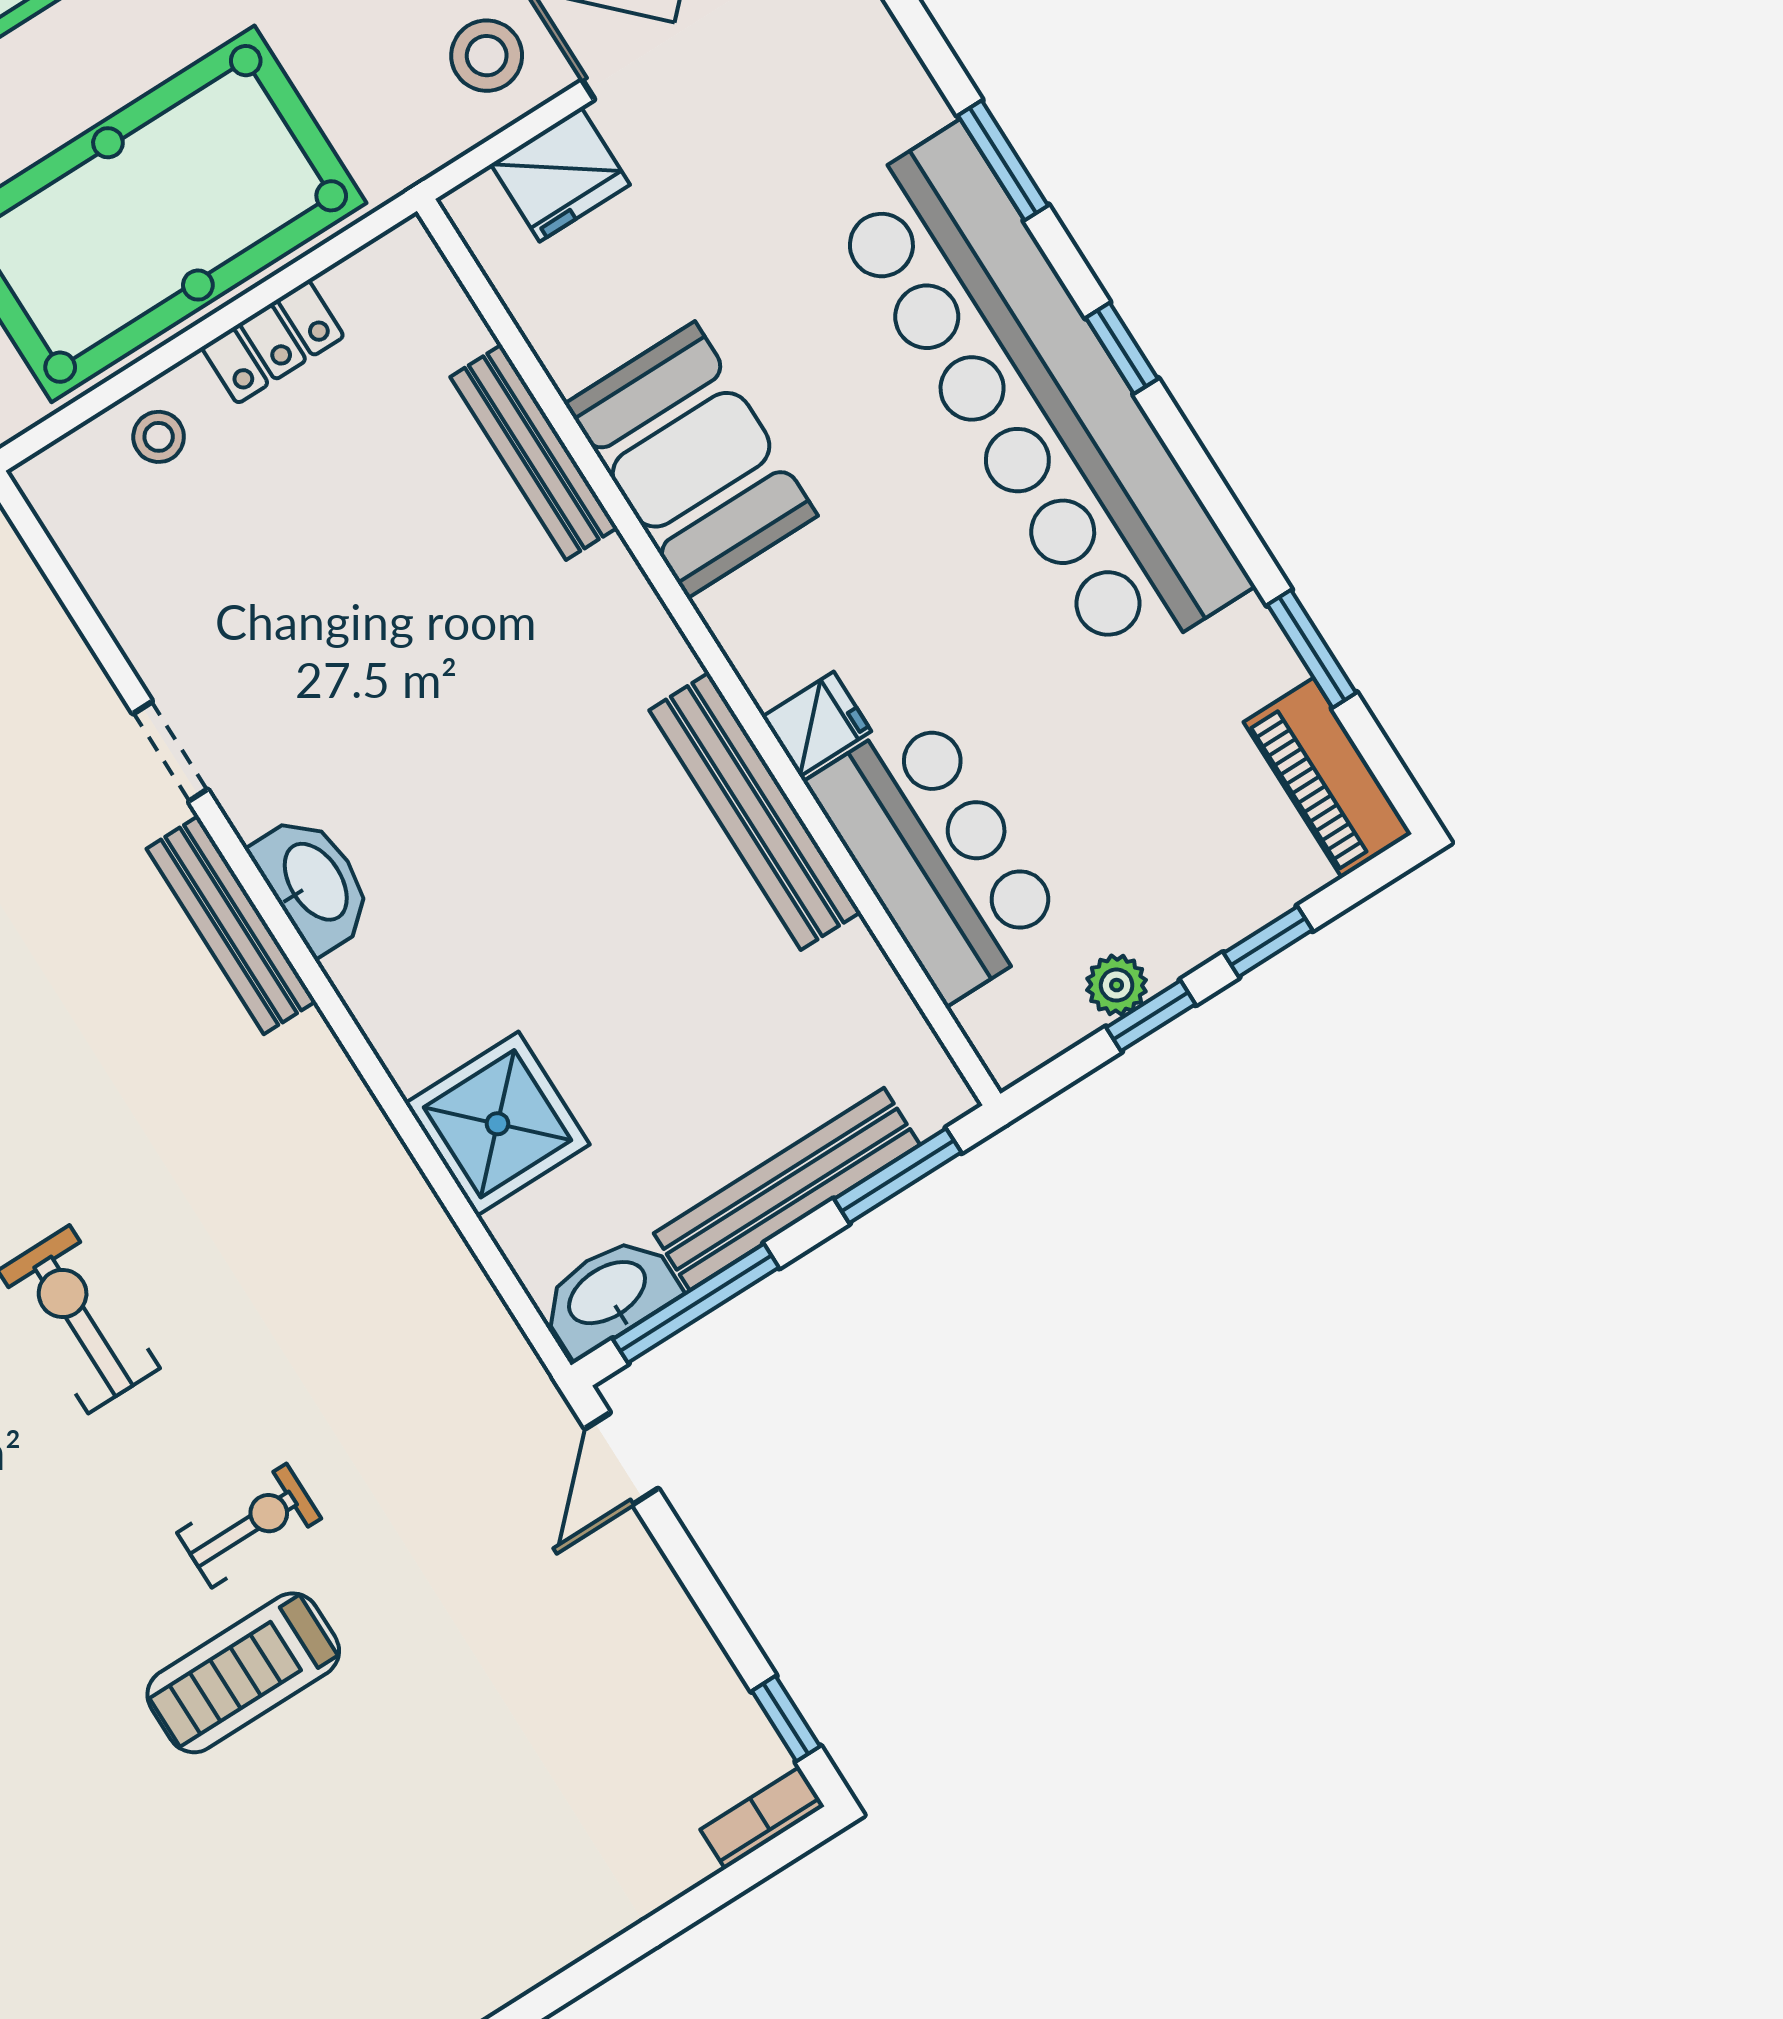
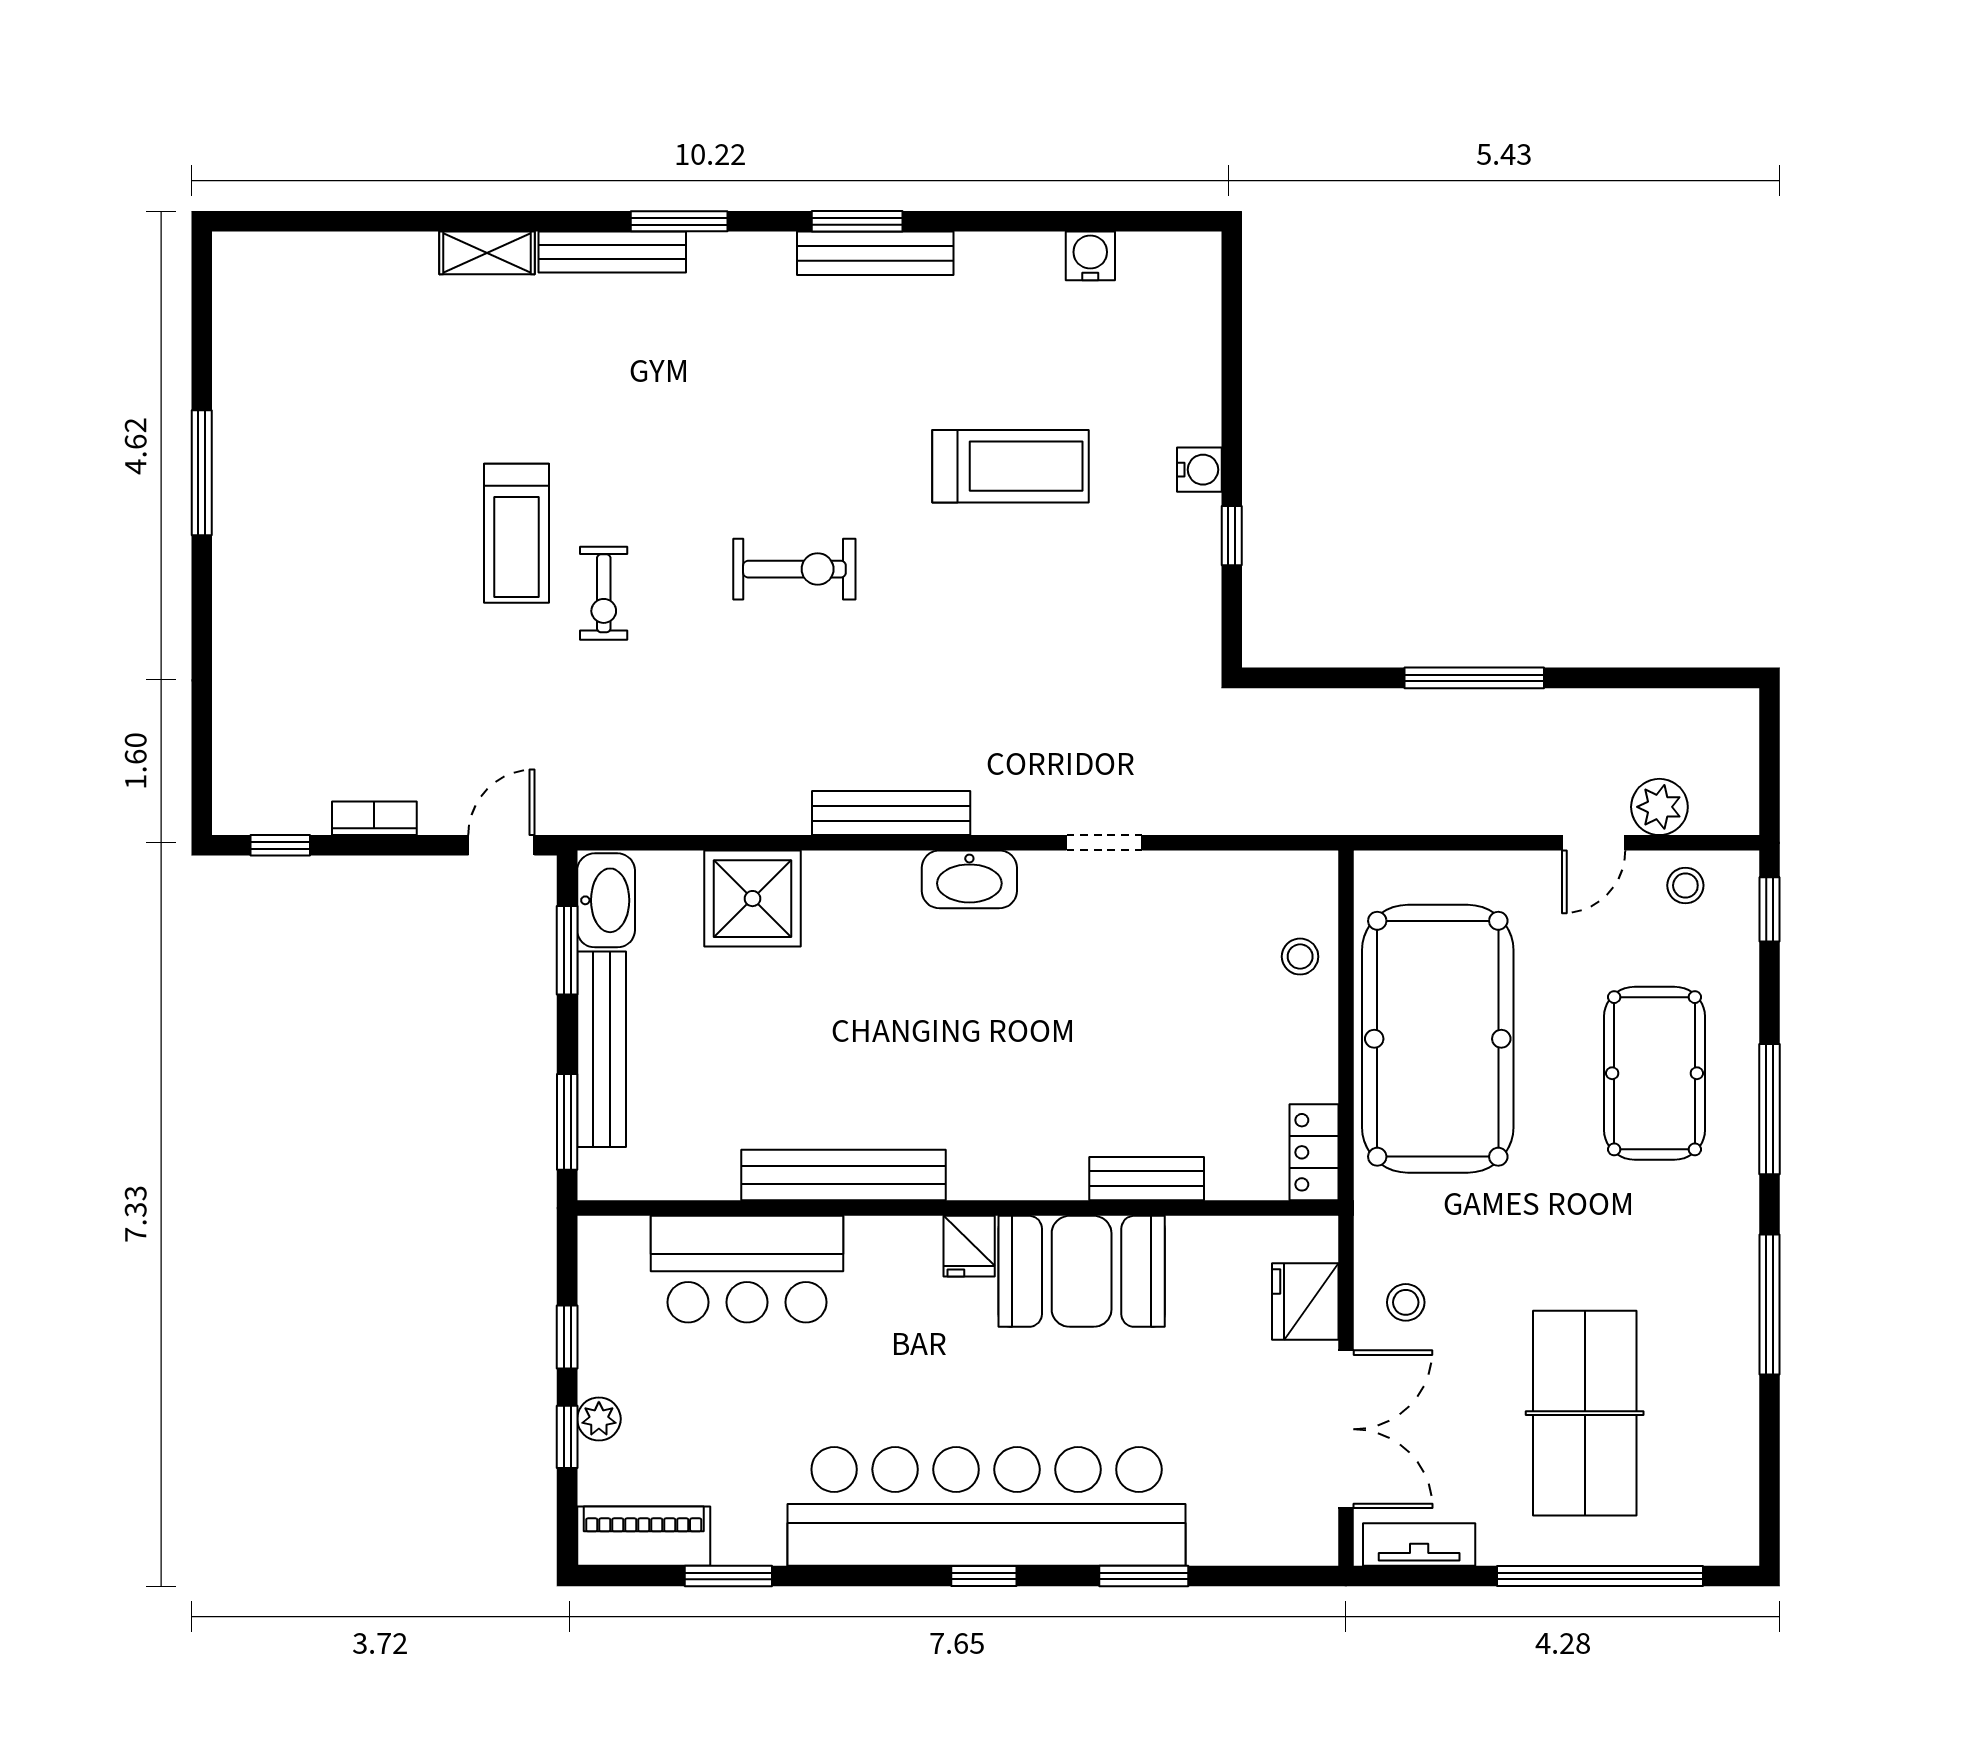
stool: (487, 56) -> (1406, 1302), width x0.73, depth x0.73
locker: (273, 342) -> (1314, 1152), moved
bench: (534, 452) -> (1147, 1179), width x0.73
fridge: (817, 724) -> (969, 1246), moved
bench: (231, 925) -> (891, 813), moved
plant: (1117, 985) -> (599, 1419), moved
window: (696, 1303) -> (567, 950), width x0.69
door: (621, 1459) -> (501, 845), hinge flipped
treadmill: (243, 1673) -> (516, 533), turned 180
bookcase: (762, 1818) -> (374, 818), moved, turned -90

